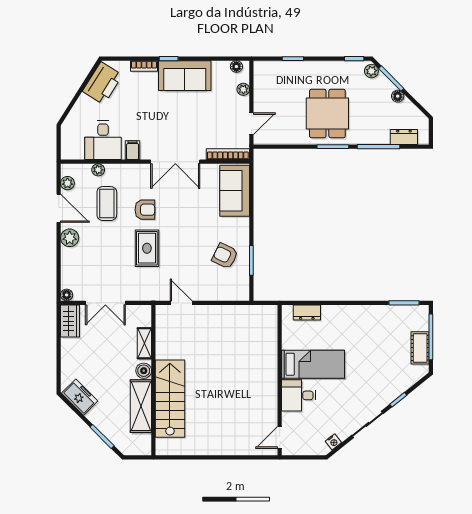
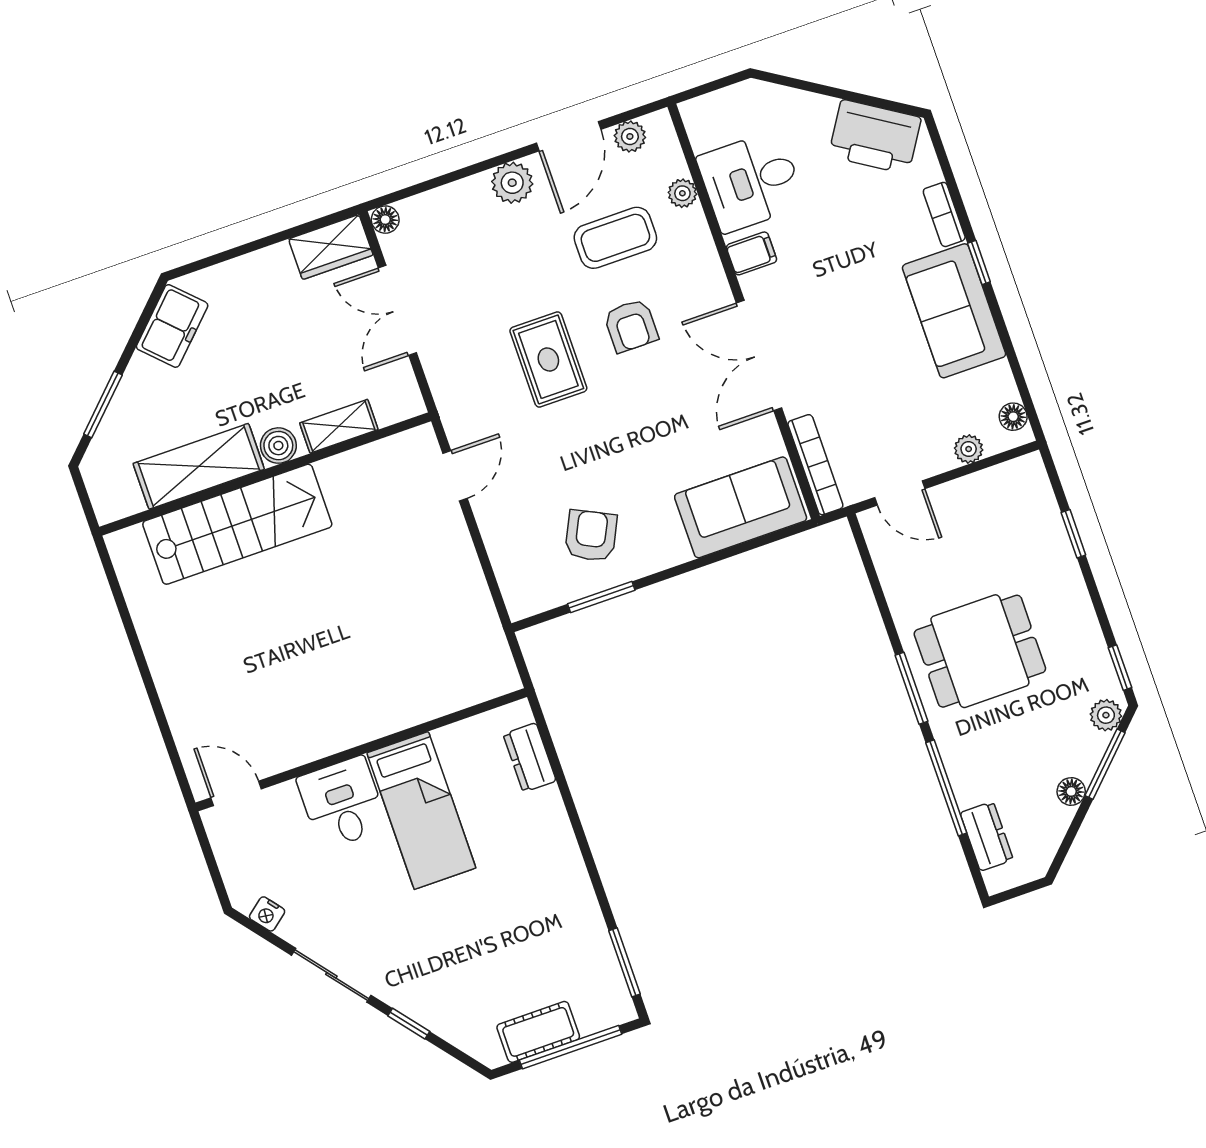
rug: (147, 248) -> (548, 359), turned 90

